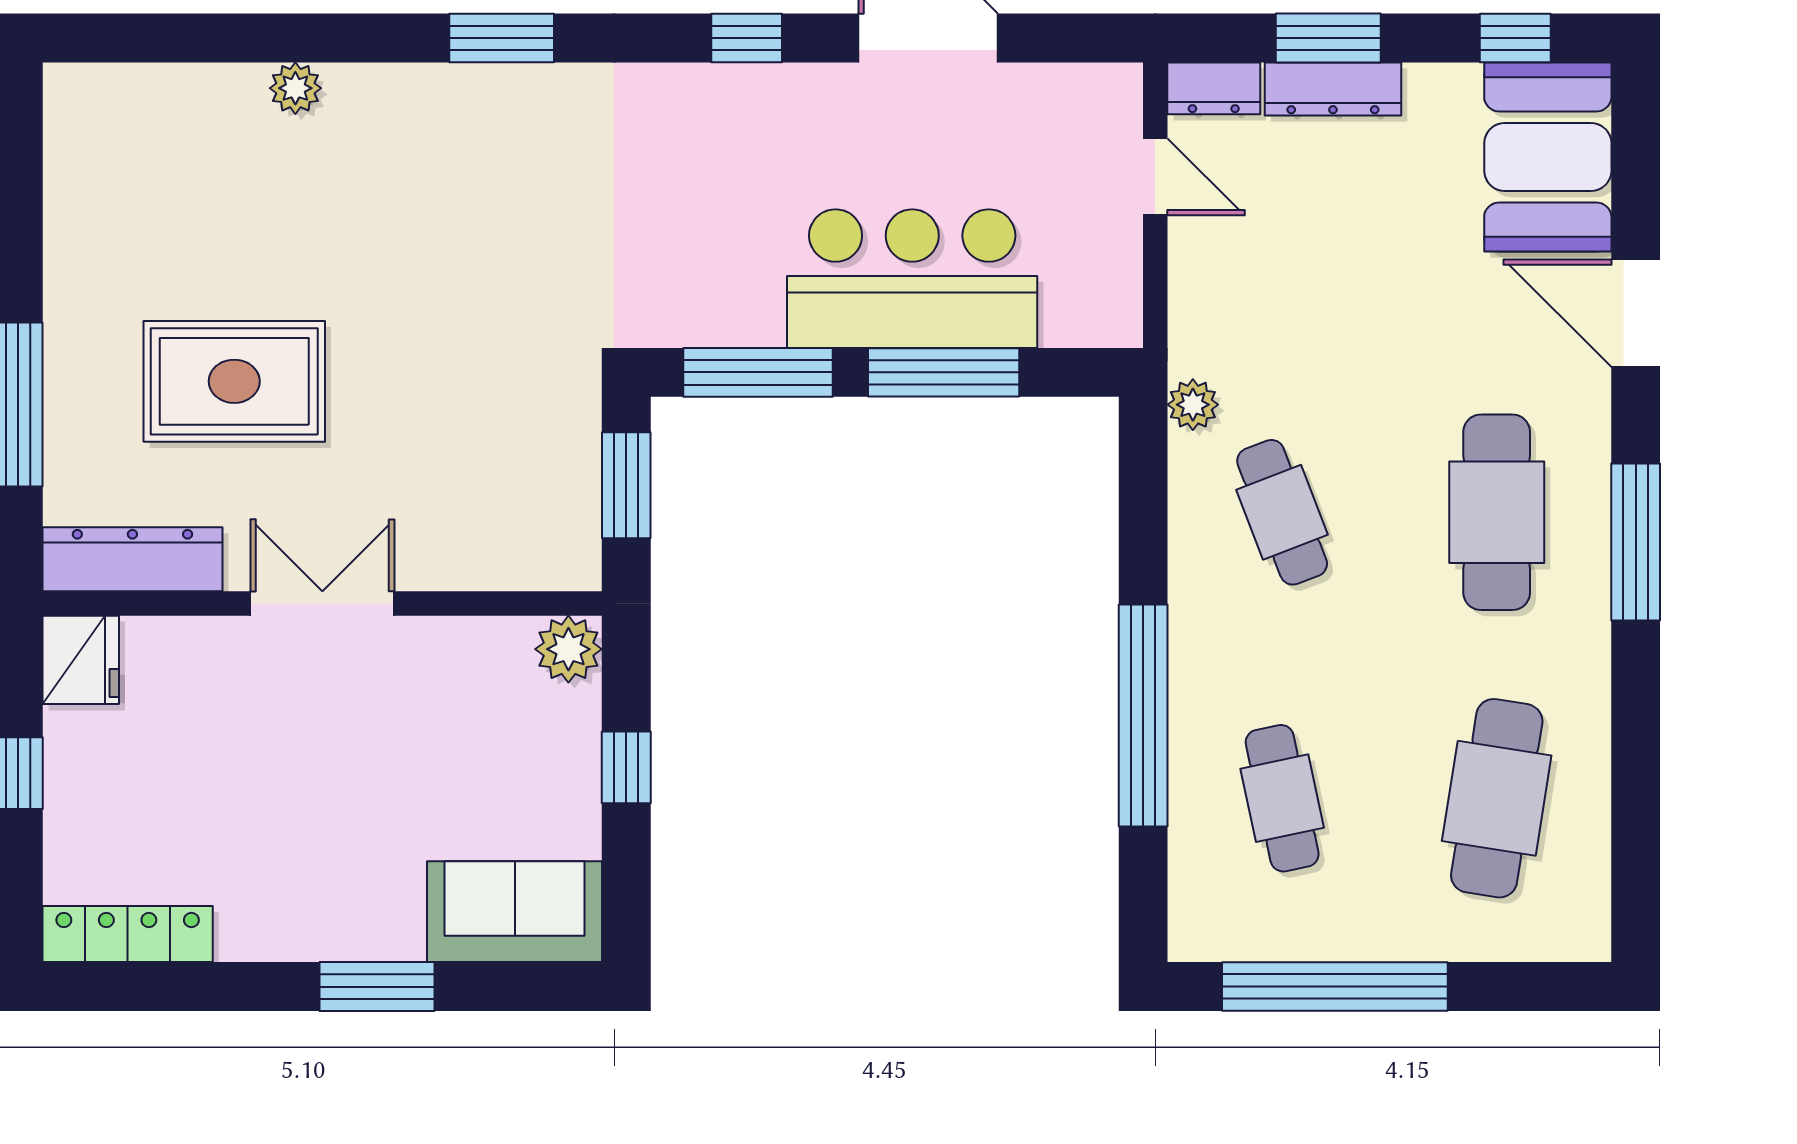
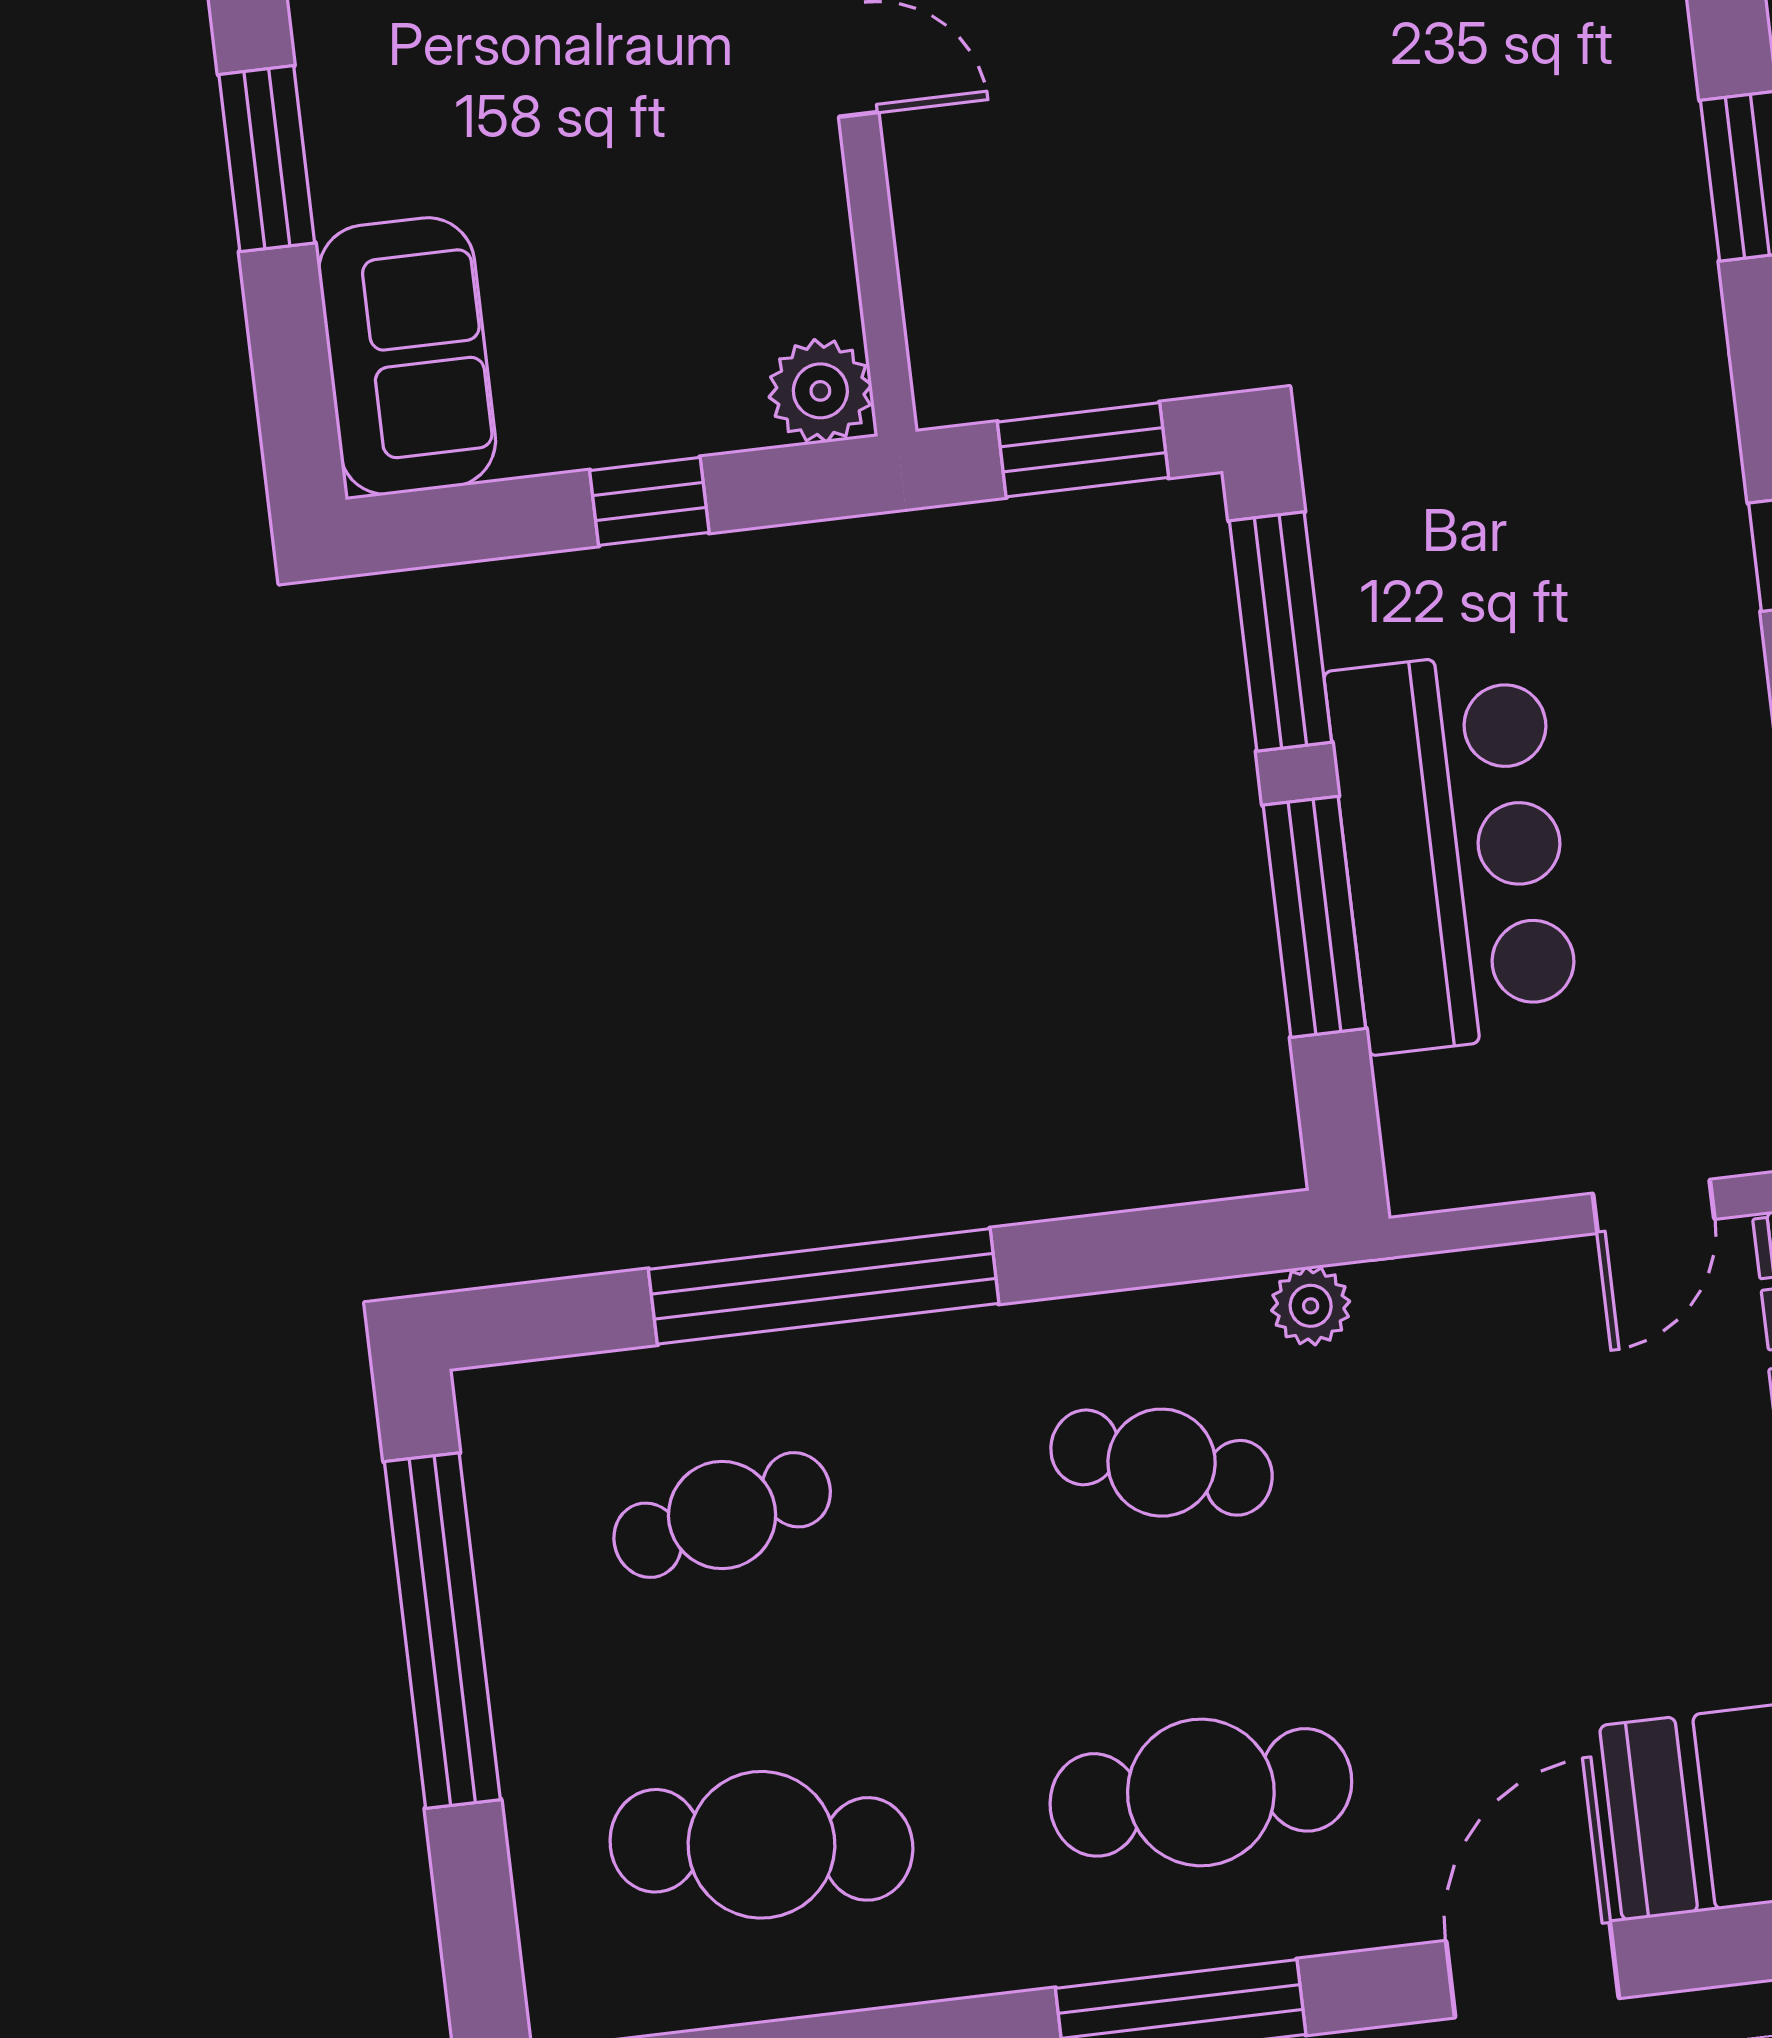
cafe table: (1282, 512) -> (1162, 1463), turned 39

